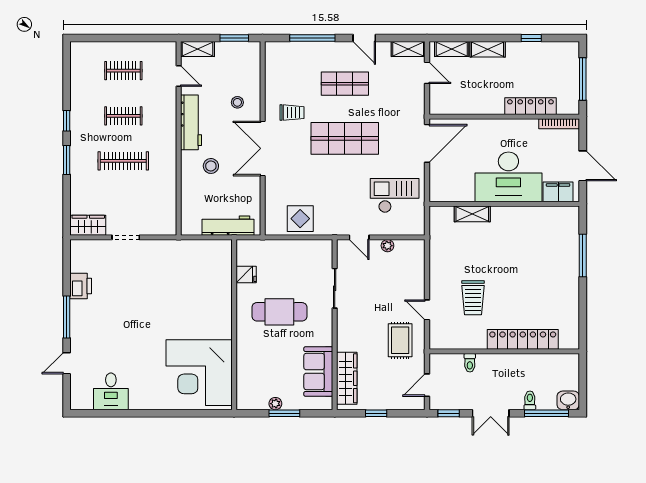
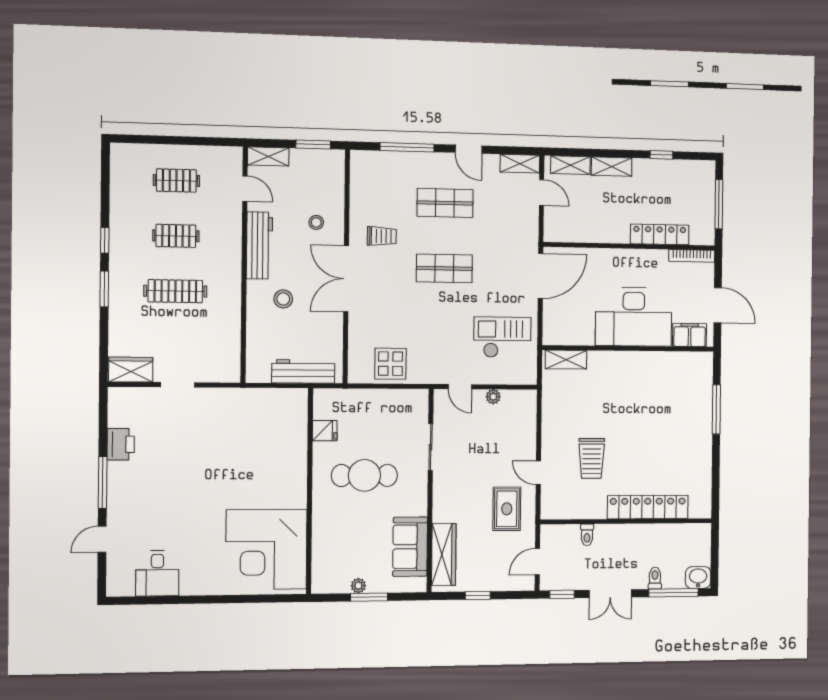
shop shelf: (345, 138) -> (444, 268), width x0.70, depth x0.74
shelving: (472, 214) -> (566, 360), moved

